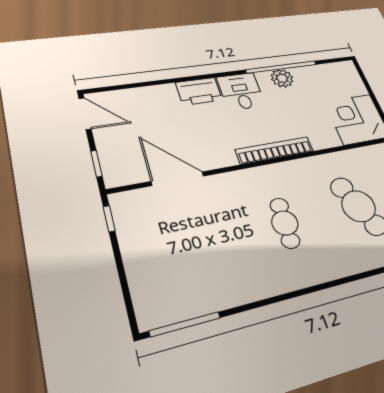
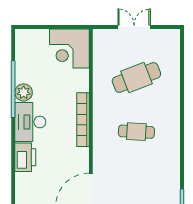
desk: (241, 91) -> (30, 122), width x1.37

